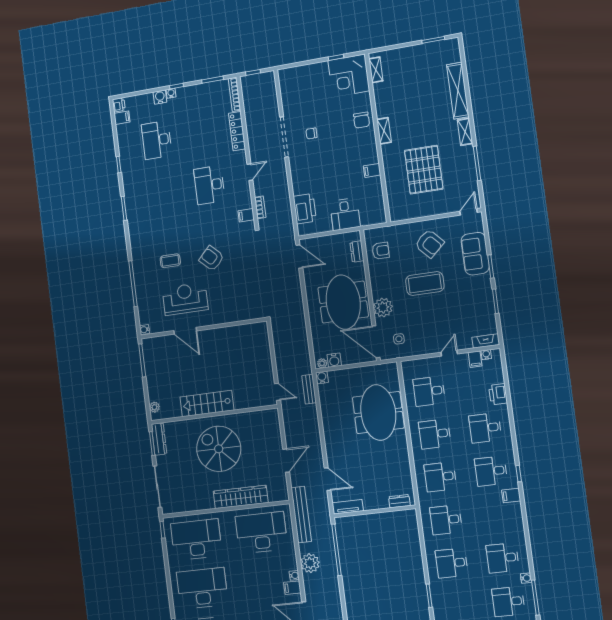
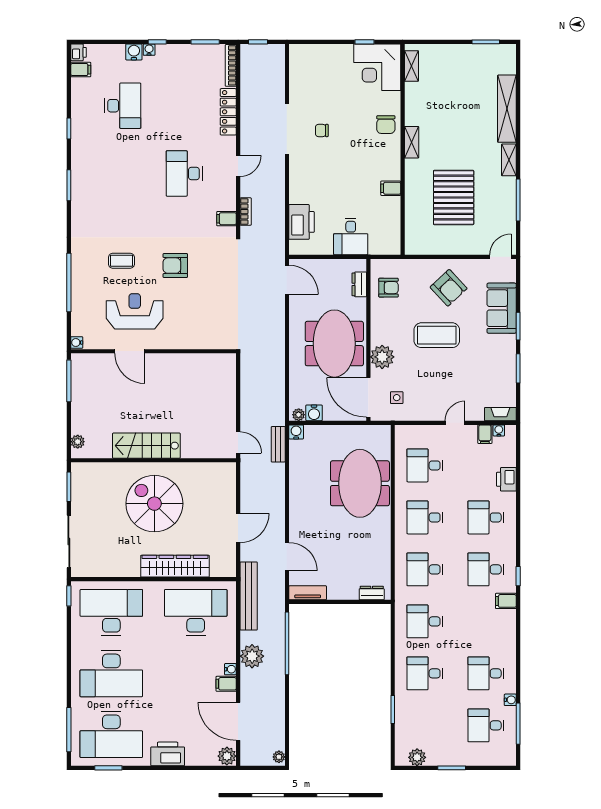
desk: (157, 140) -> (123, 106), turned 180
armchair: (212, 258) -> (175, 266), turned -44
dresser: (159, 439) -> (79, 482), removed
desk: (202, 588) -> (111, 674), turned 180

